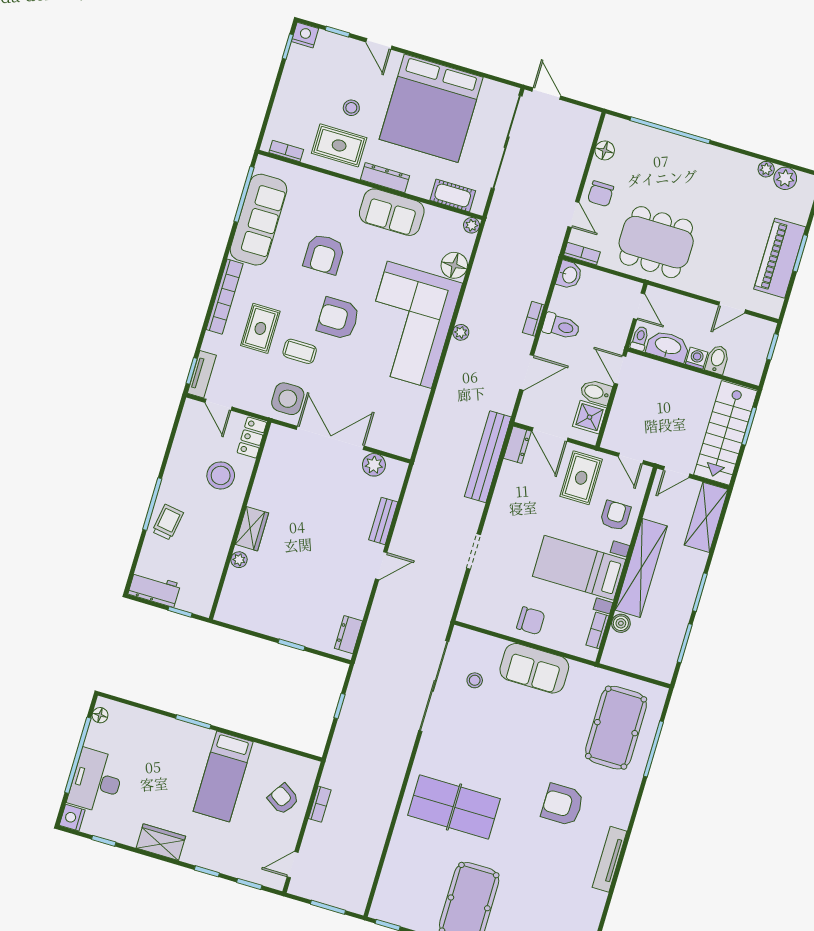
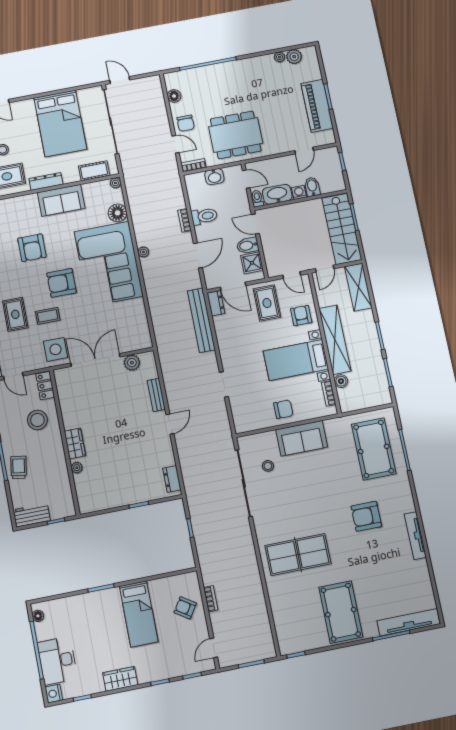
bed: (431, 108) -> (60, 123), width x0.73
washbasin: (569, 275) -> (214, 177), moved, turned 90

